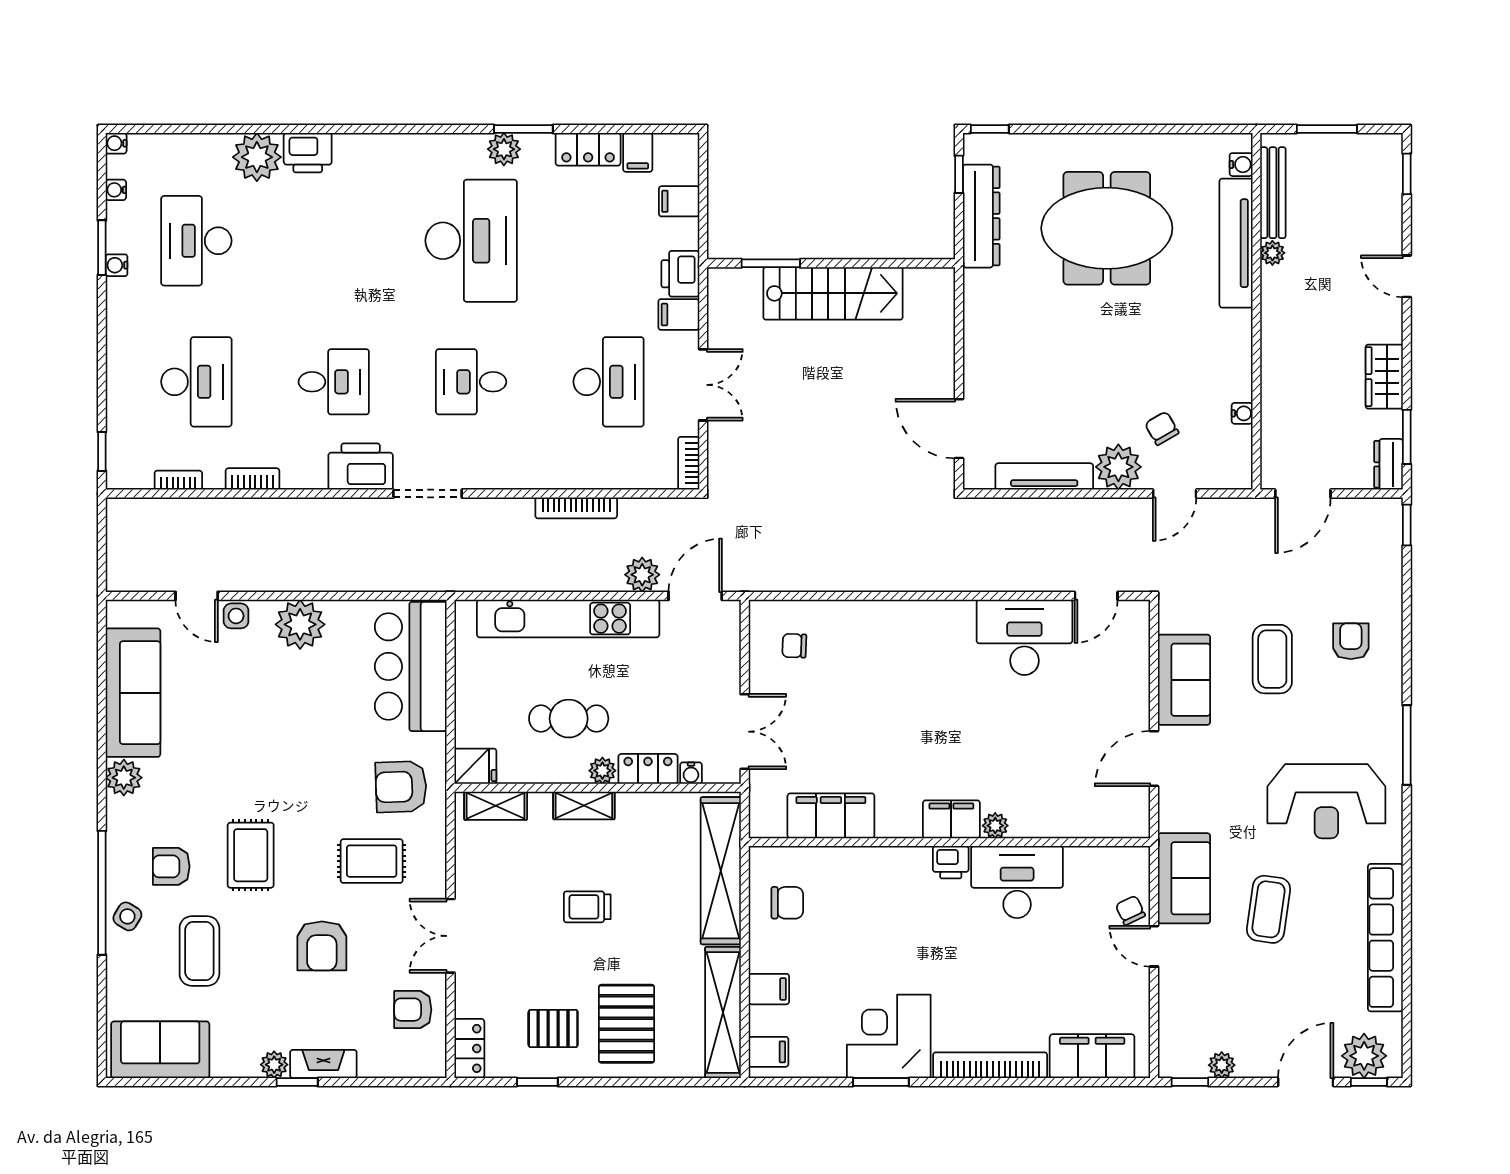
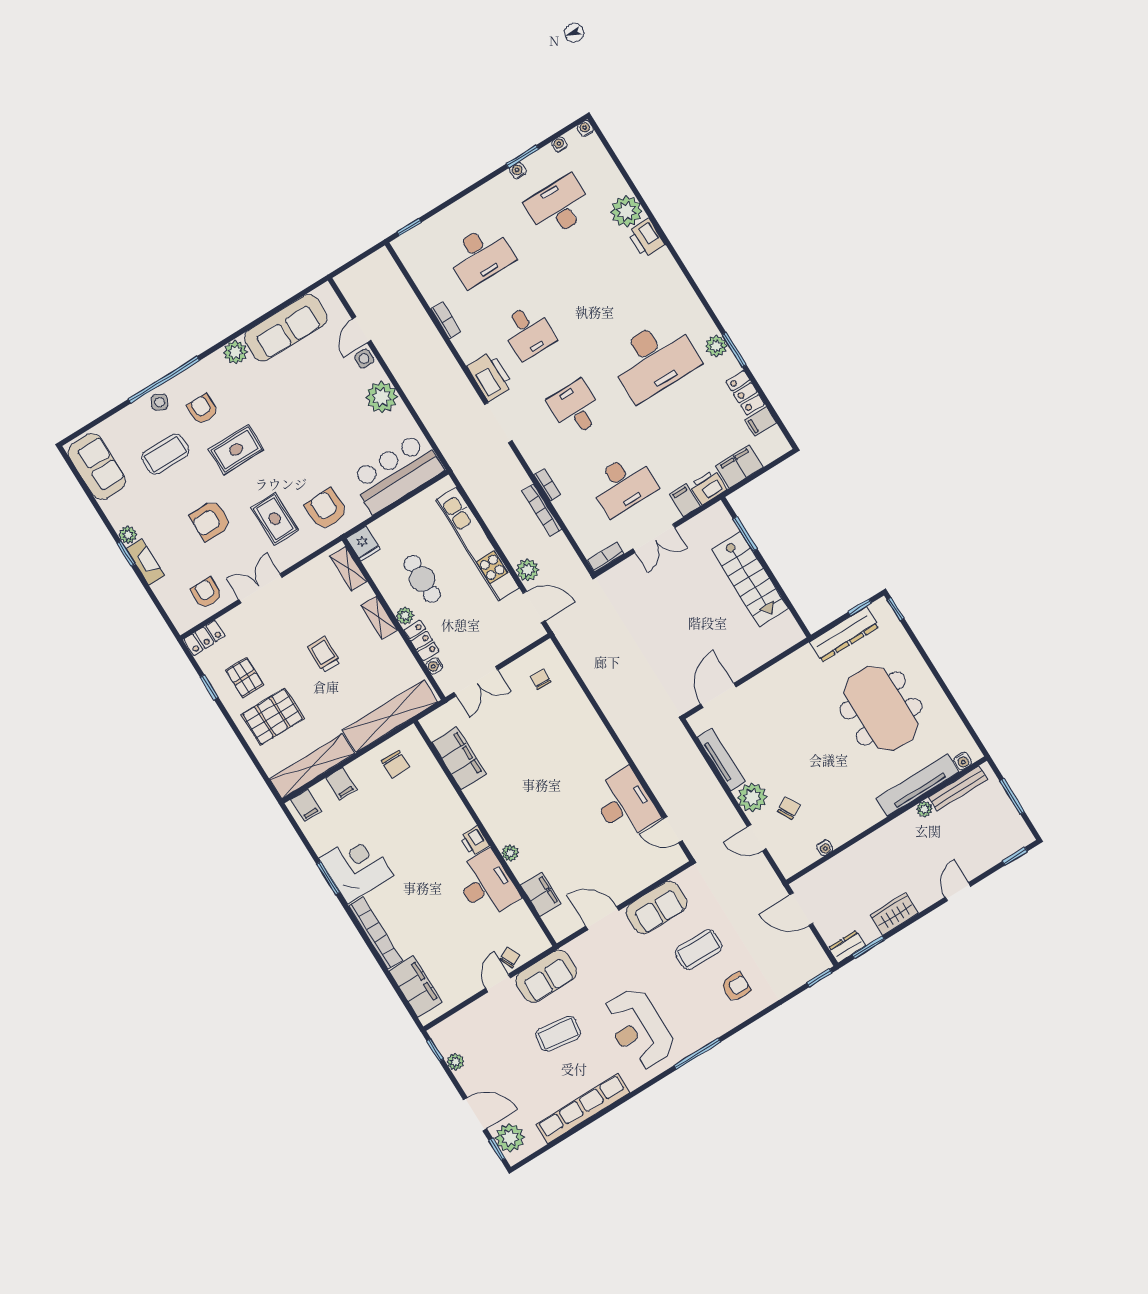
filing cabinet: (679, 201) -> (739, 467), width x2.00
bookcase: (178, 480) -> (547, 485), moved
filing cabinet: (951, 819) -> (541, 894), moved

